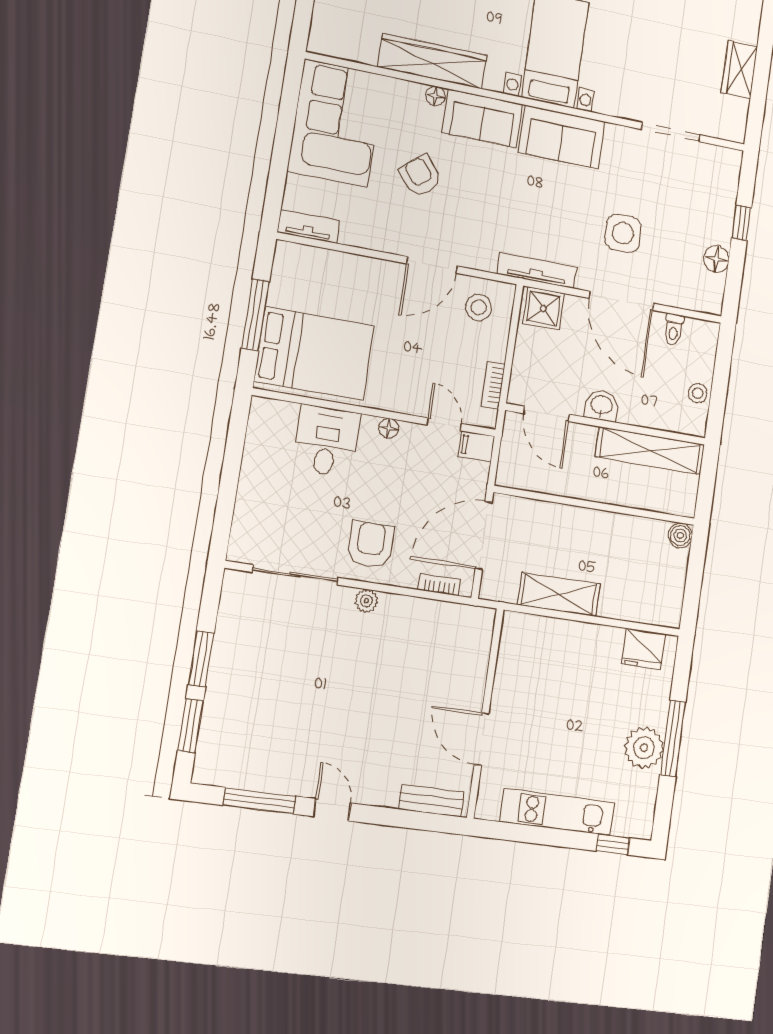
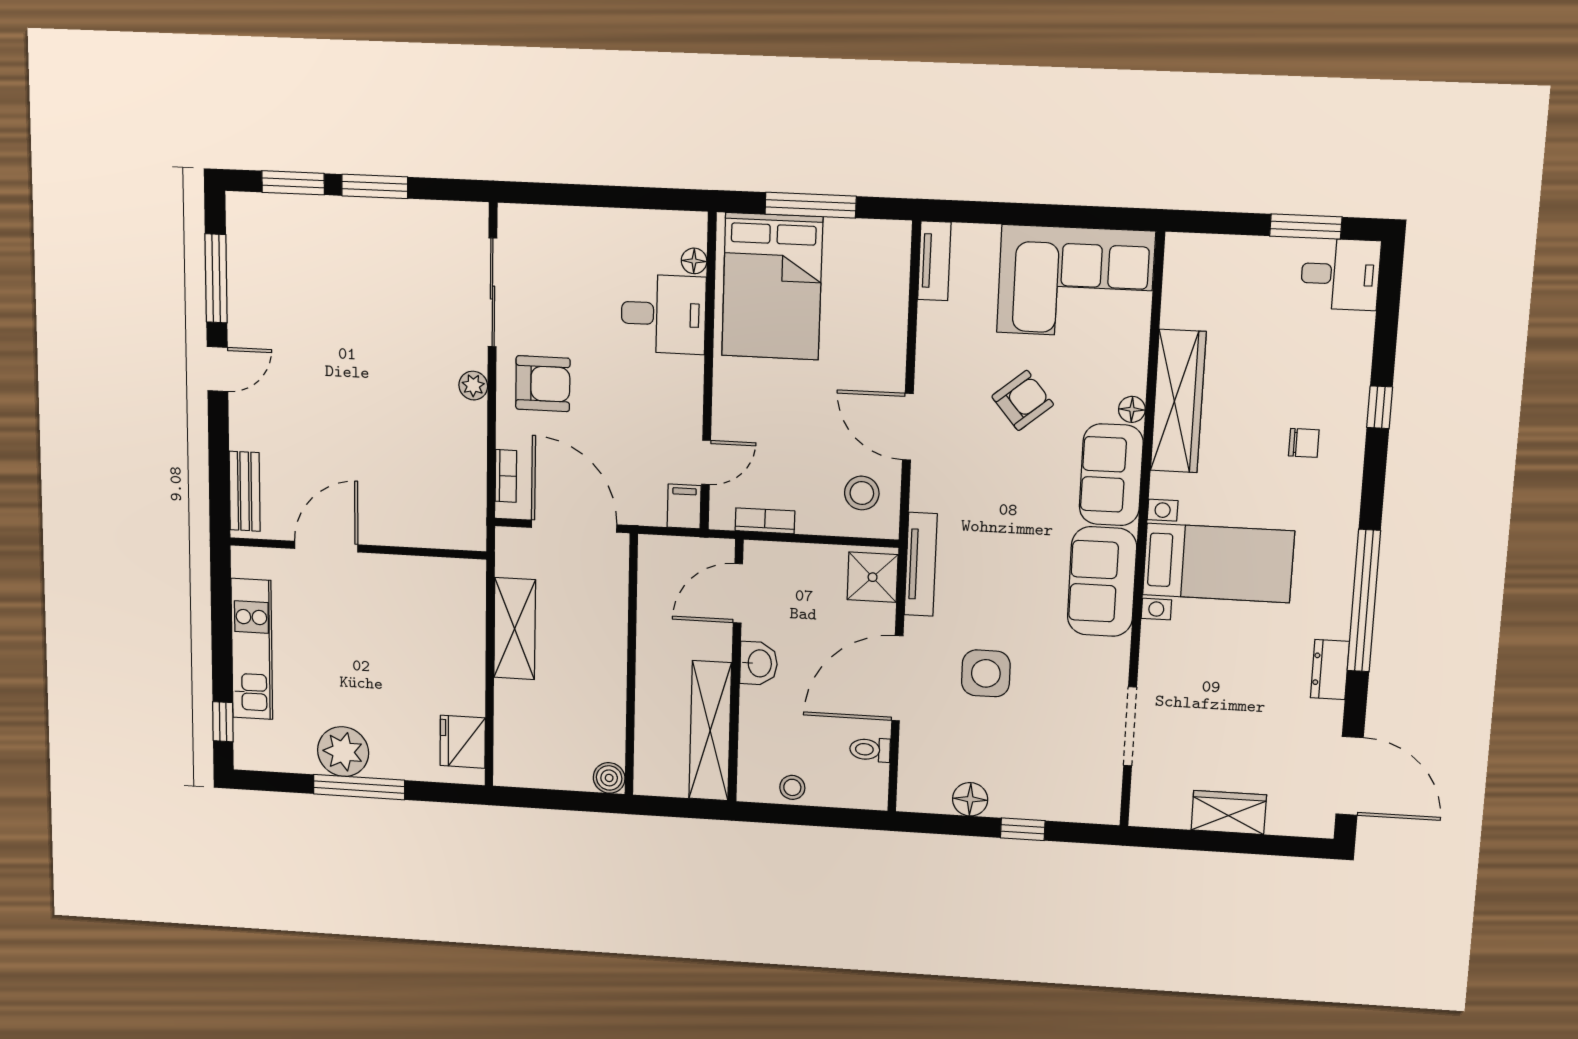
floor lamp: (389, 428) -> (694, 261), moved

